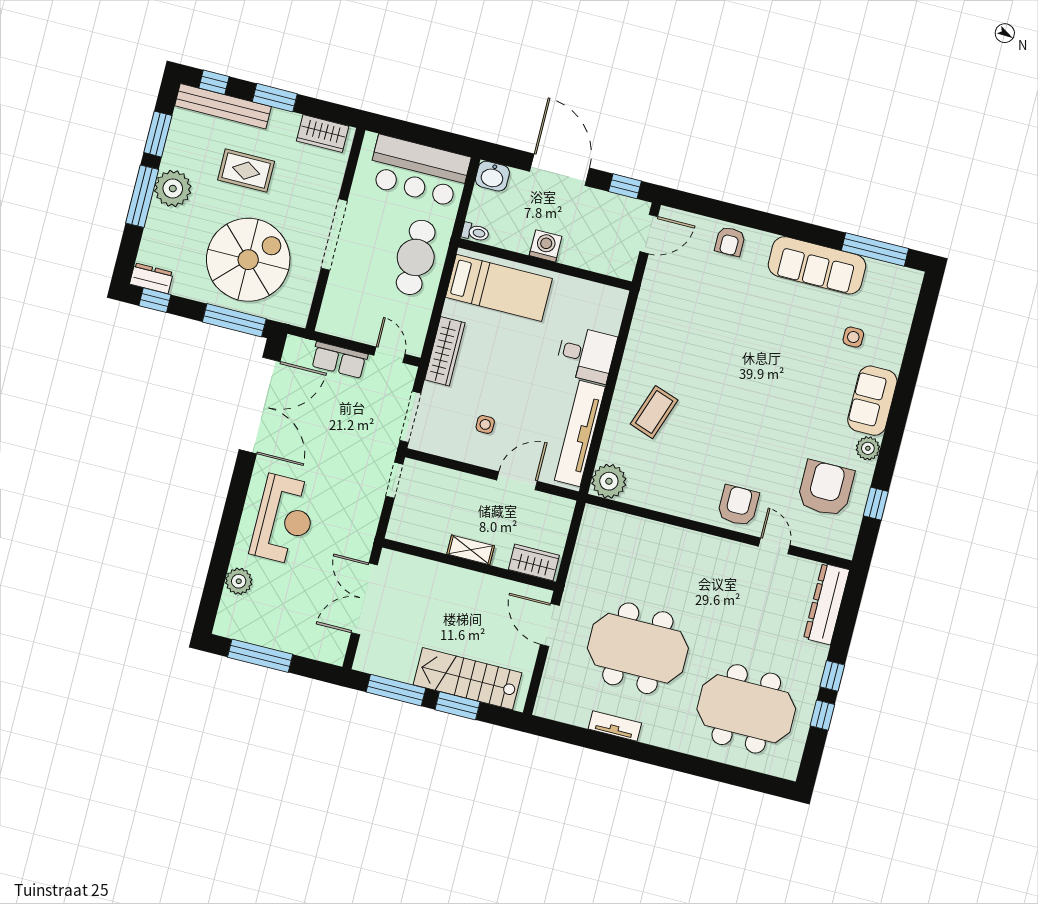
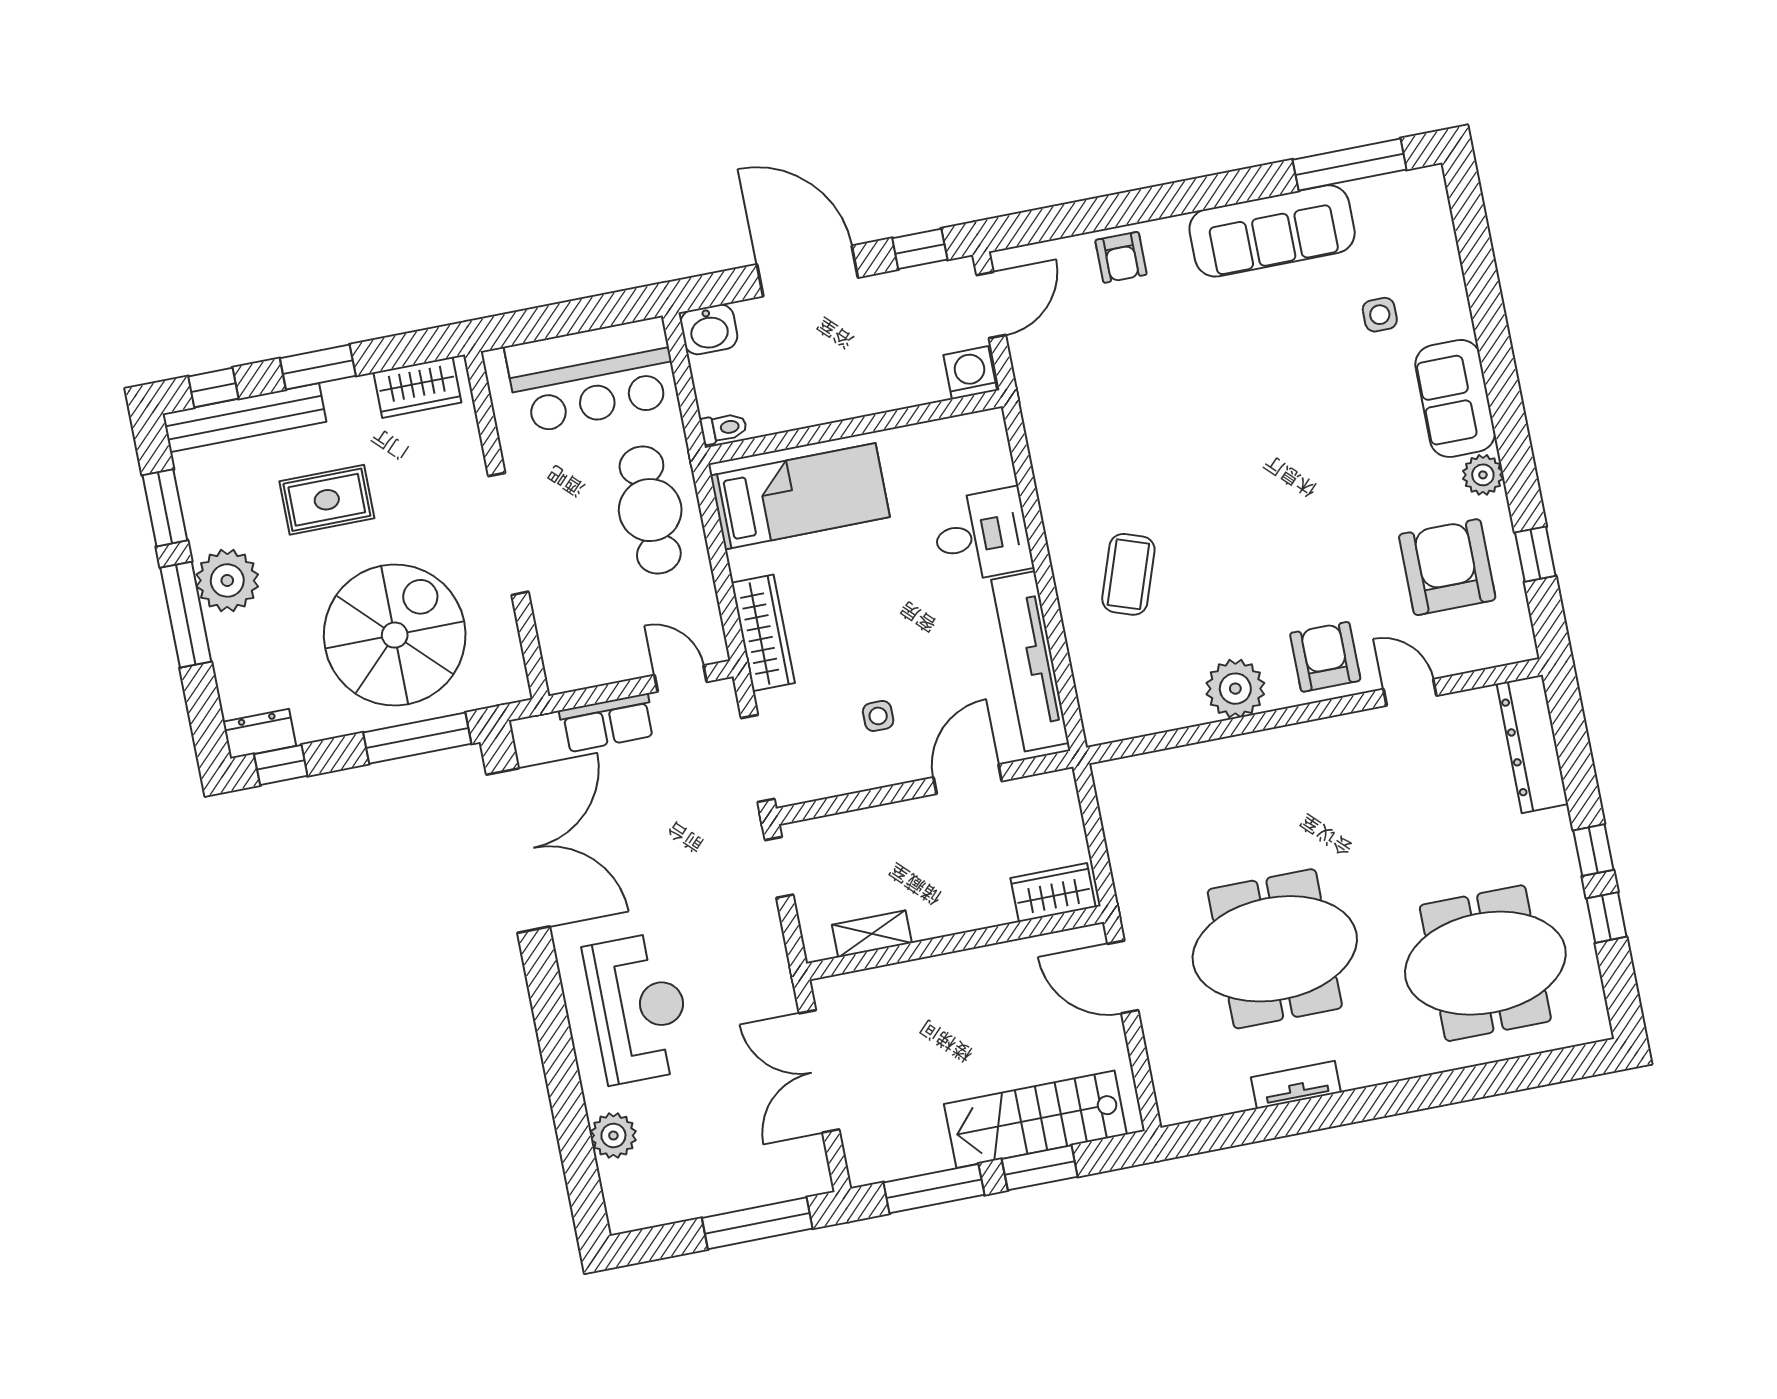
washing machine: (546, 246) -> (970, 373), moved
plant: (609, 481) -> (1235, 689), moved
shelving: (471, 550) -> (872, 934), moved
window: (260, 656) -> (757, 1223), moved

